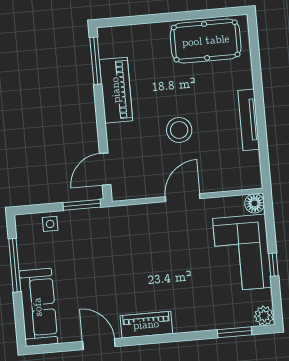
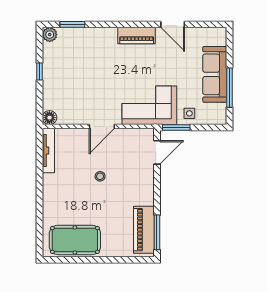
piano: (116, 90) -> (144, 230), moved
tv unit: (249, 120) -> (48, 151), moved
stool: (179, 130) -> (100, 176), width x0.53, depth x0.53
side table: (50, 224) -> (189, 113), moved
corner sofa: (242, 253) -> (149, 105), moved, turned -90
sofa: (38, 307) -> (215, 74), moved

